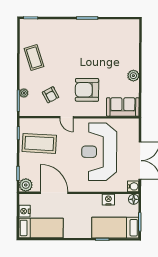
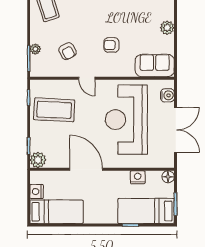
armchair: (87, 90) -> (111, 45), width x0.53, depth x0.53
water cooler: (133, 186) -> (167, 95), moved
door: (54, 193) -> (86, 169), moved

